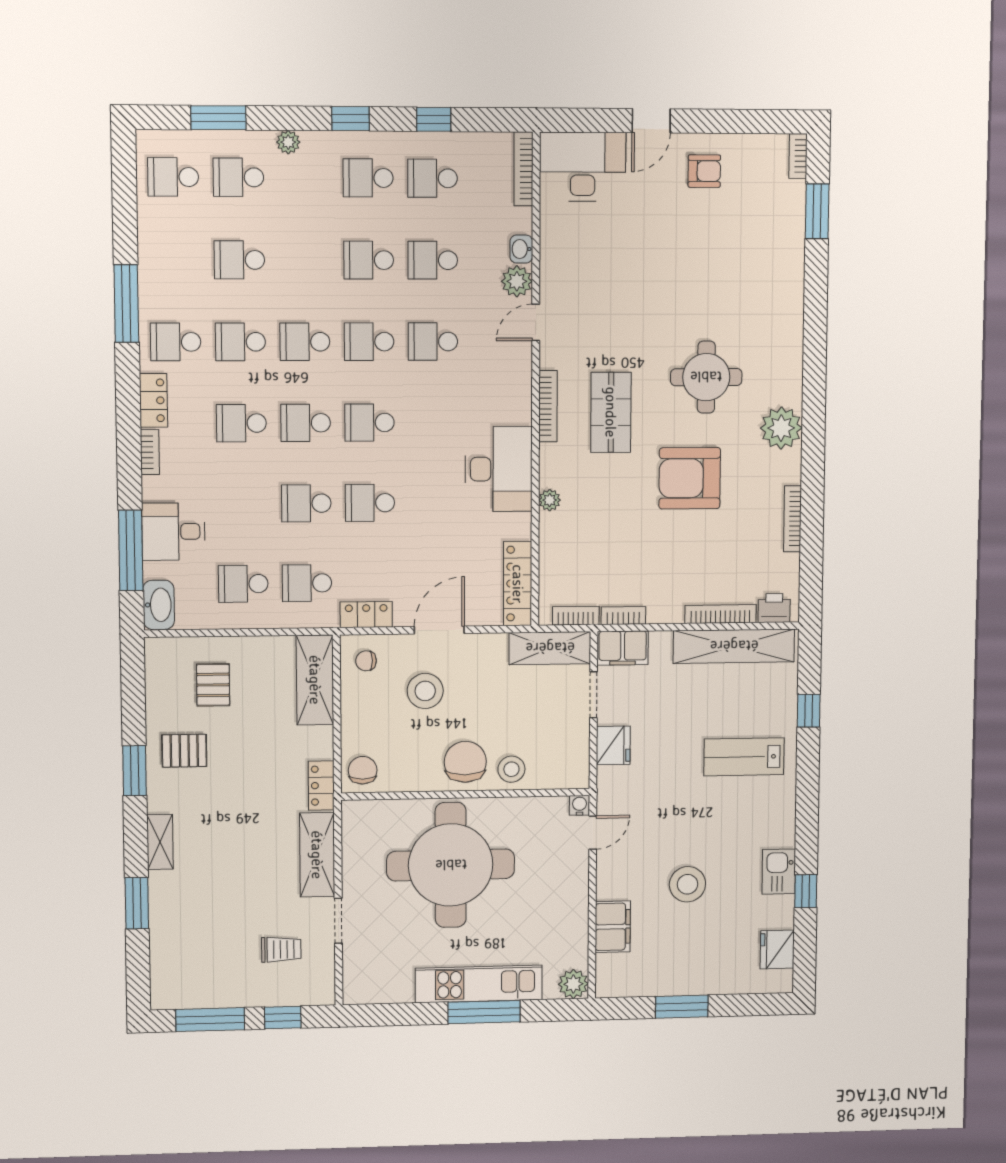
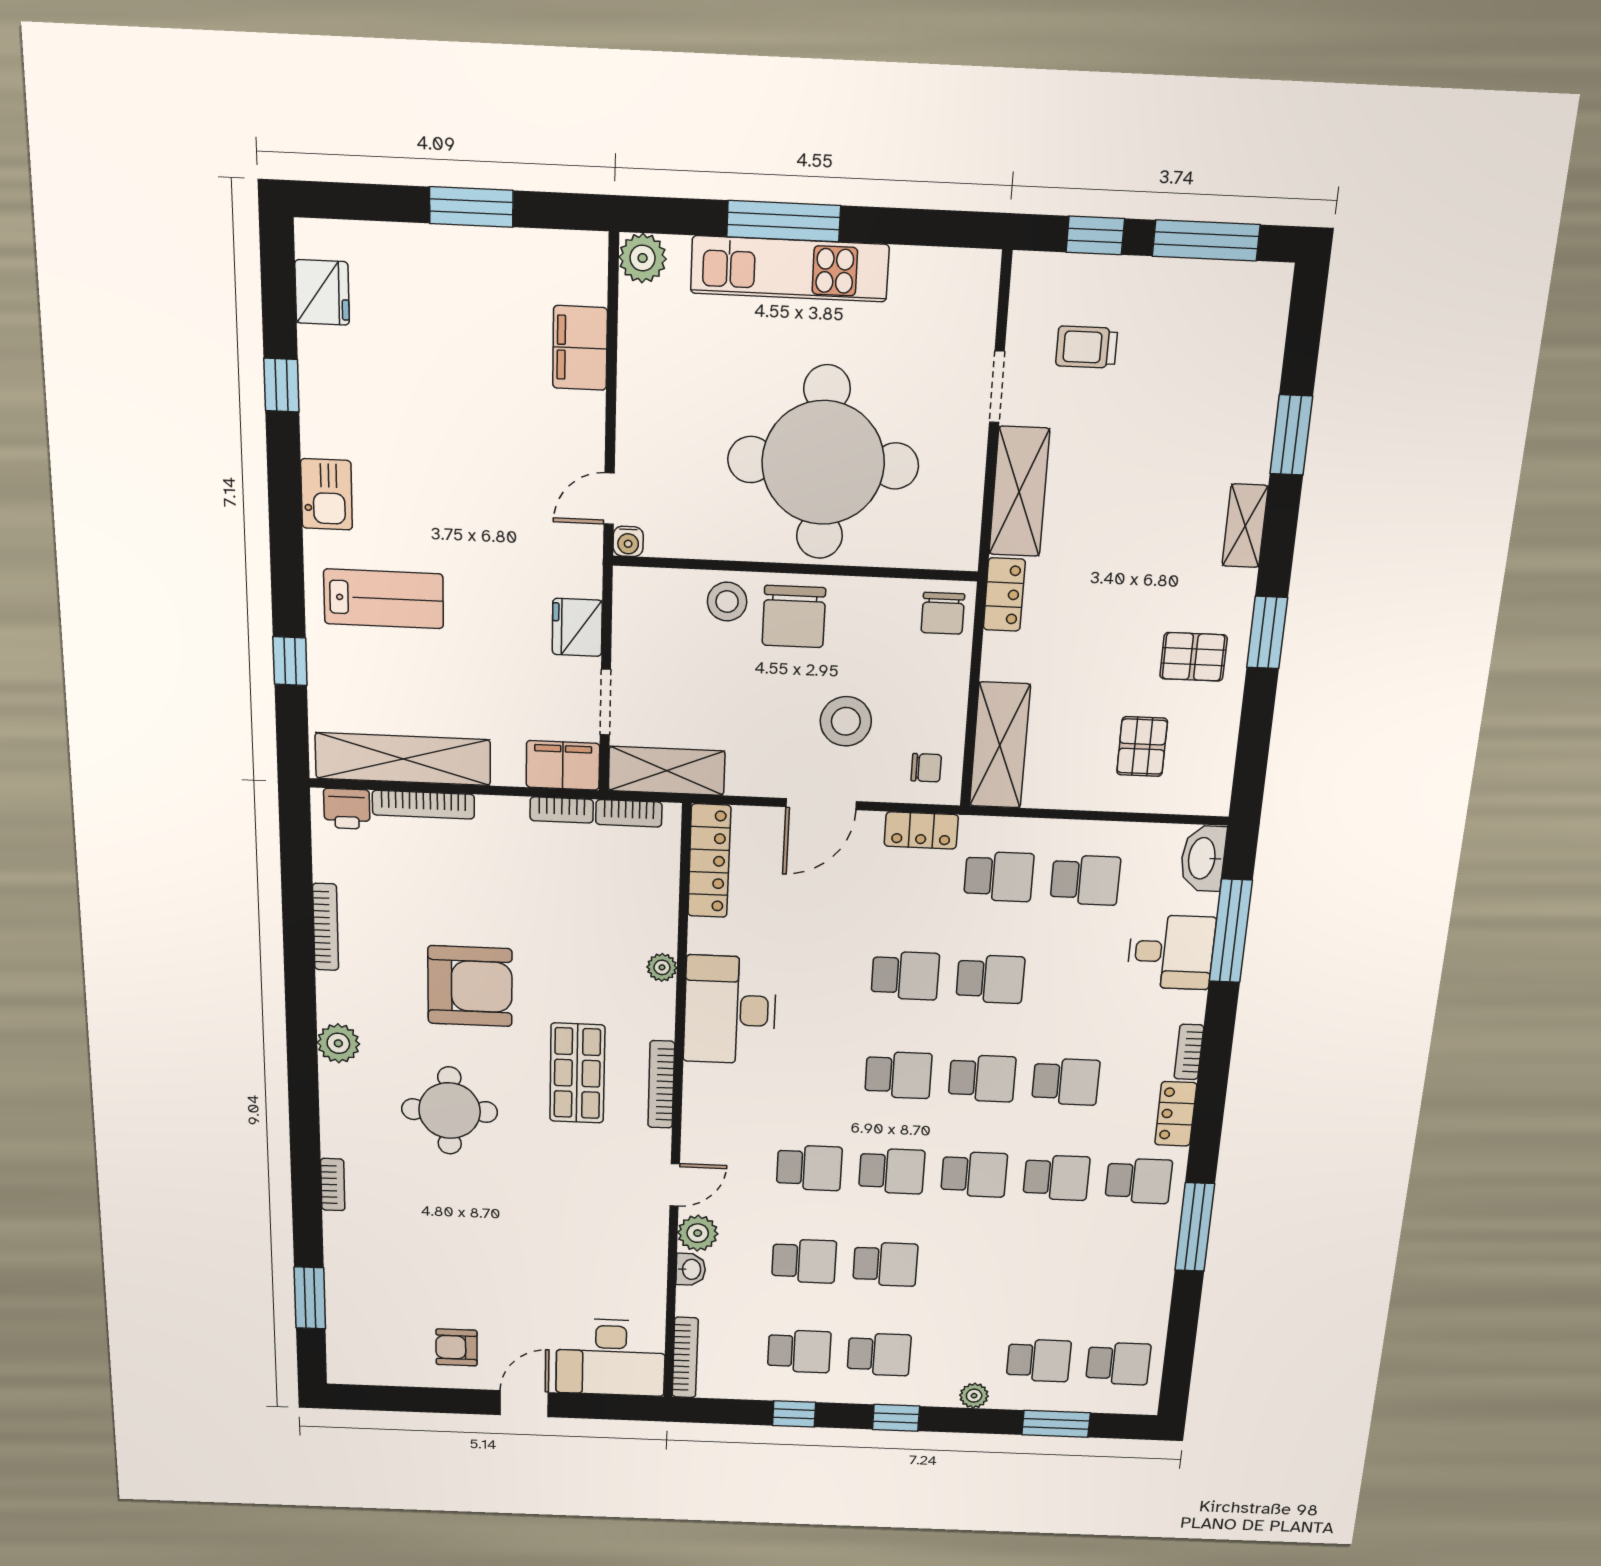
bookcase: (798, 156) -> (333, 1185), moved
school desk: (239, 260) -> (1047, 1270), removed
plant: (781, 428) -> (338, 1043), width x0.73, depth x0.73
kitchen sink: (779, 872) -> (327, 494), moved
stool: (687, 884) -> (465, 408), removed

